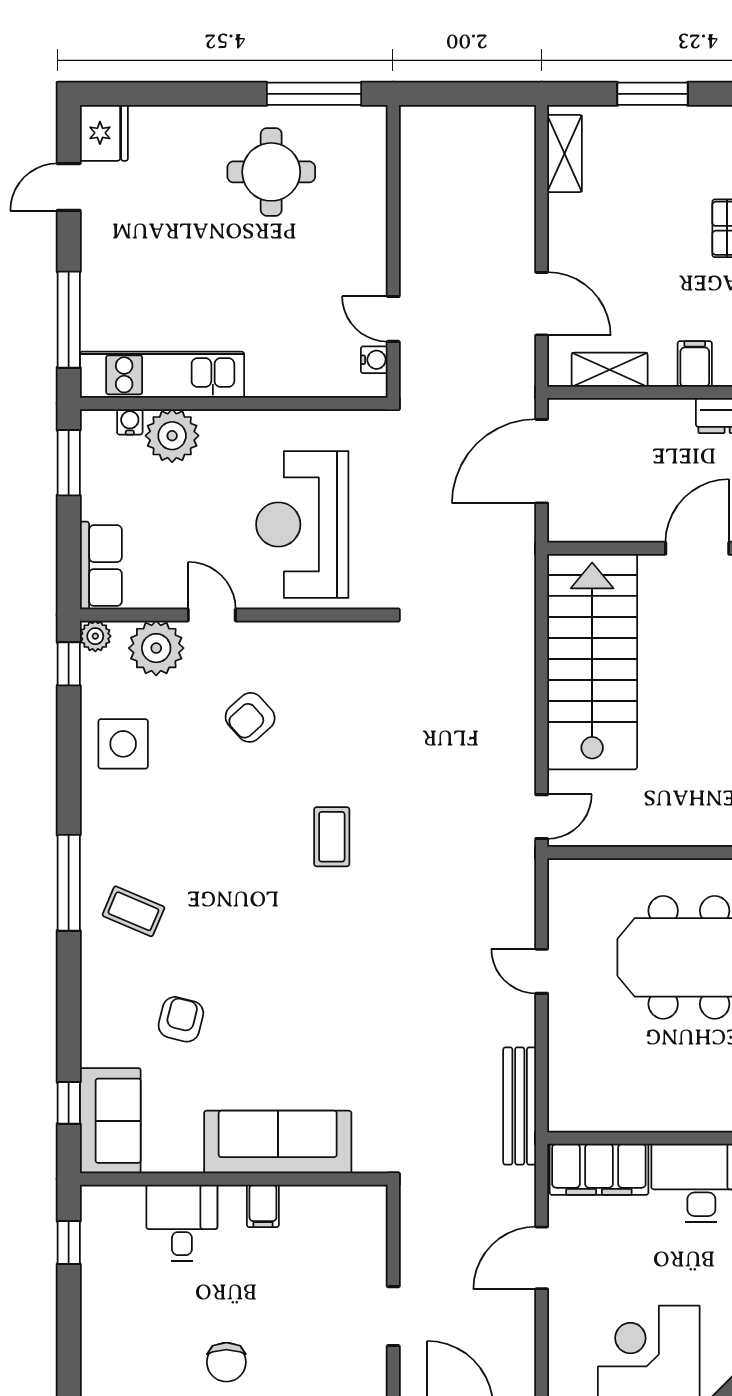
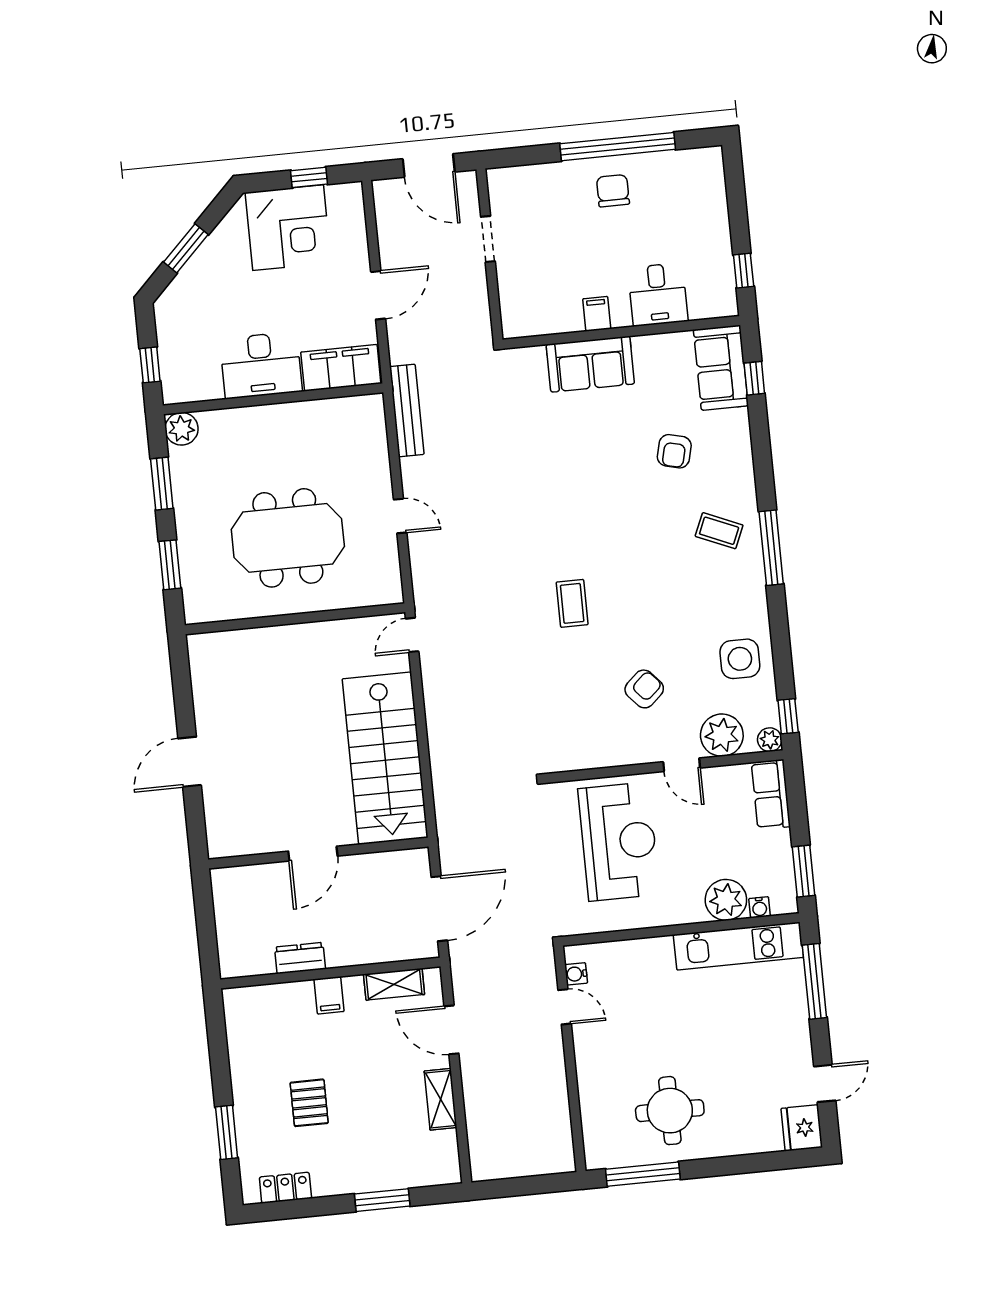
shelving: (565, 153) -> (441, 1099), moved
sofa: (278, 1142) -> (590, 364), width x0.73

